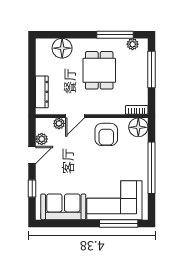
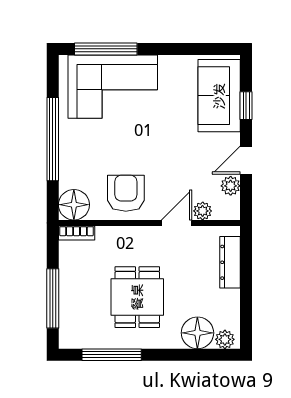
plant: (133, 44) -> (225, 339), moved
sofa: (63, 207) -> (219, 96), moved, turned 90

